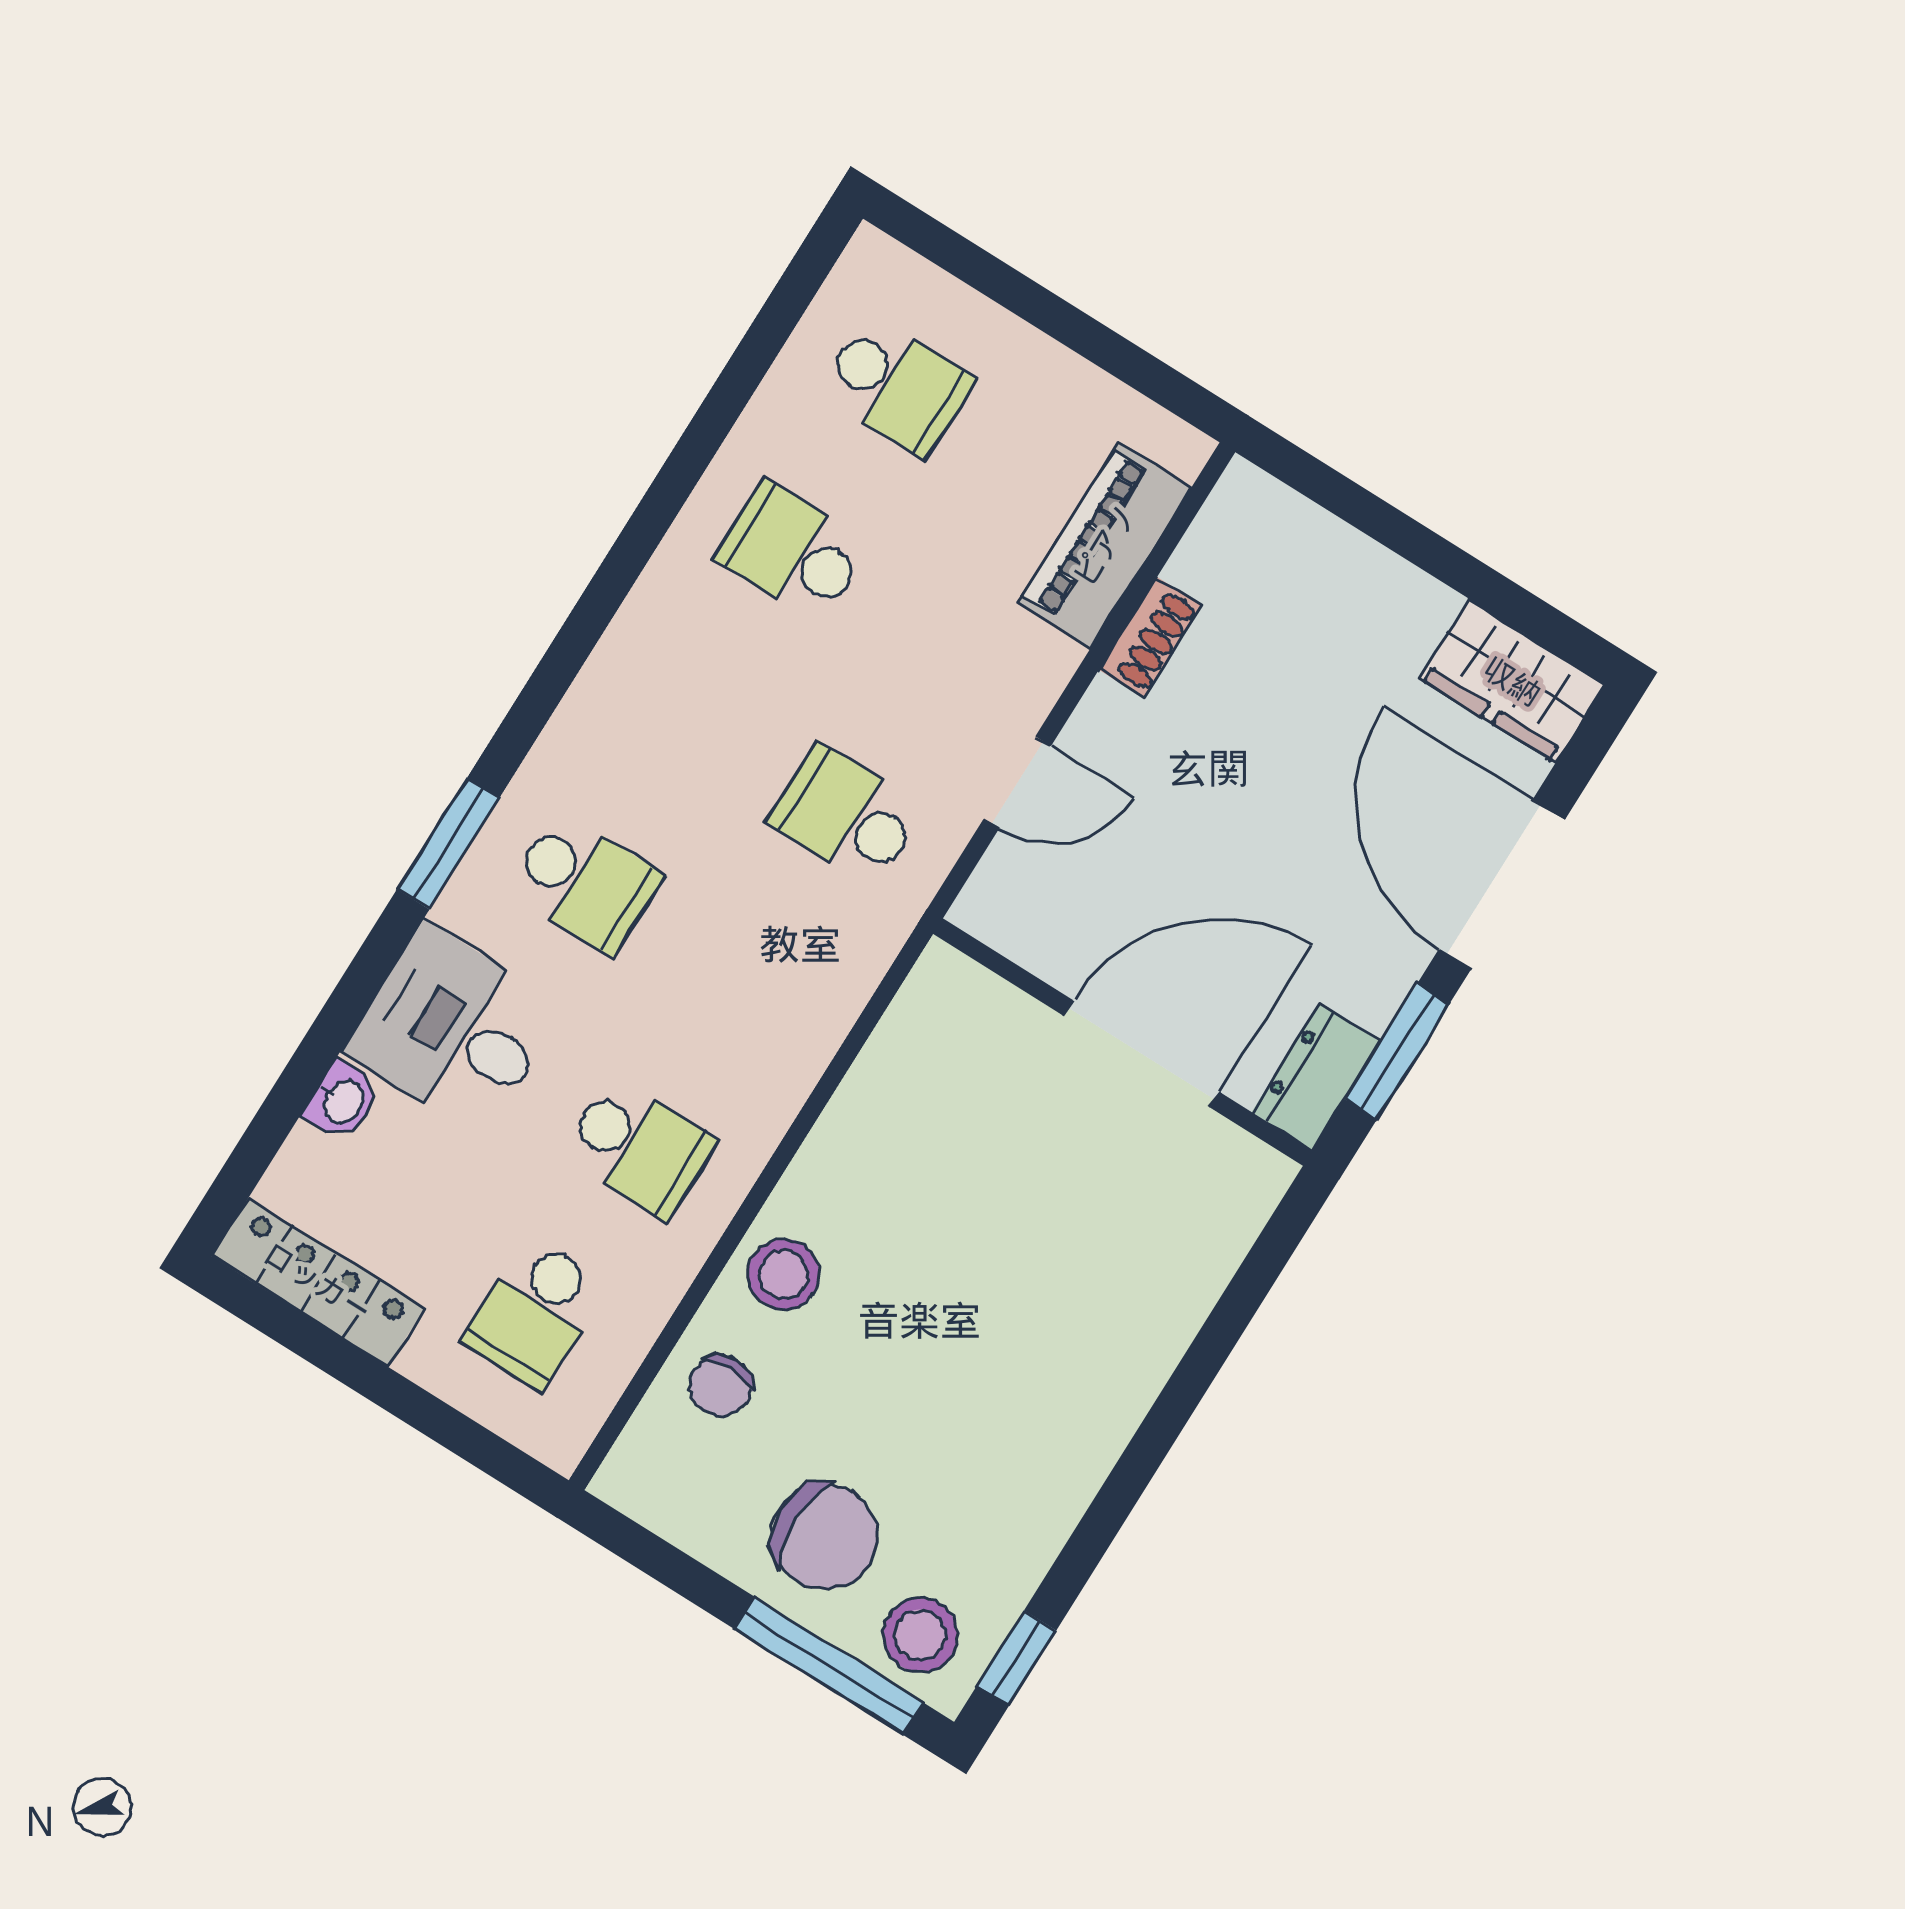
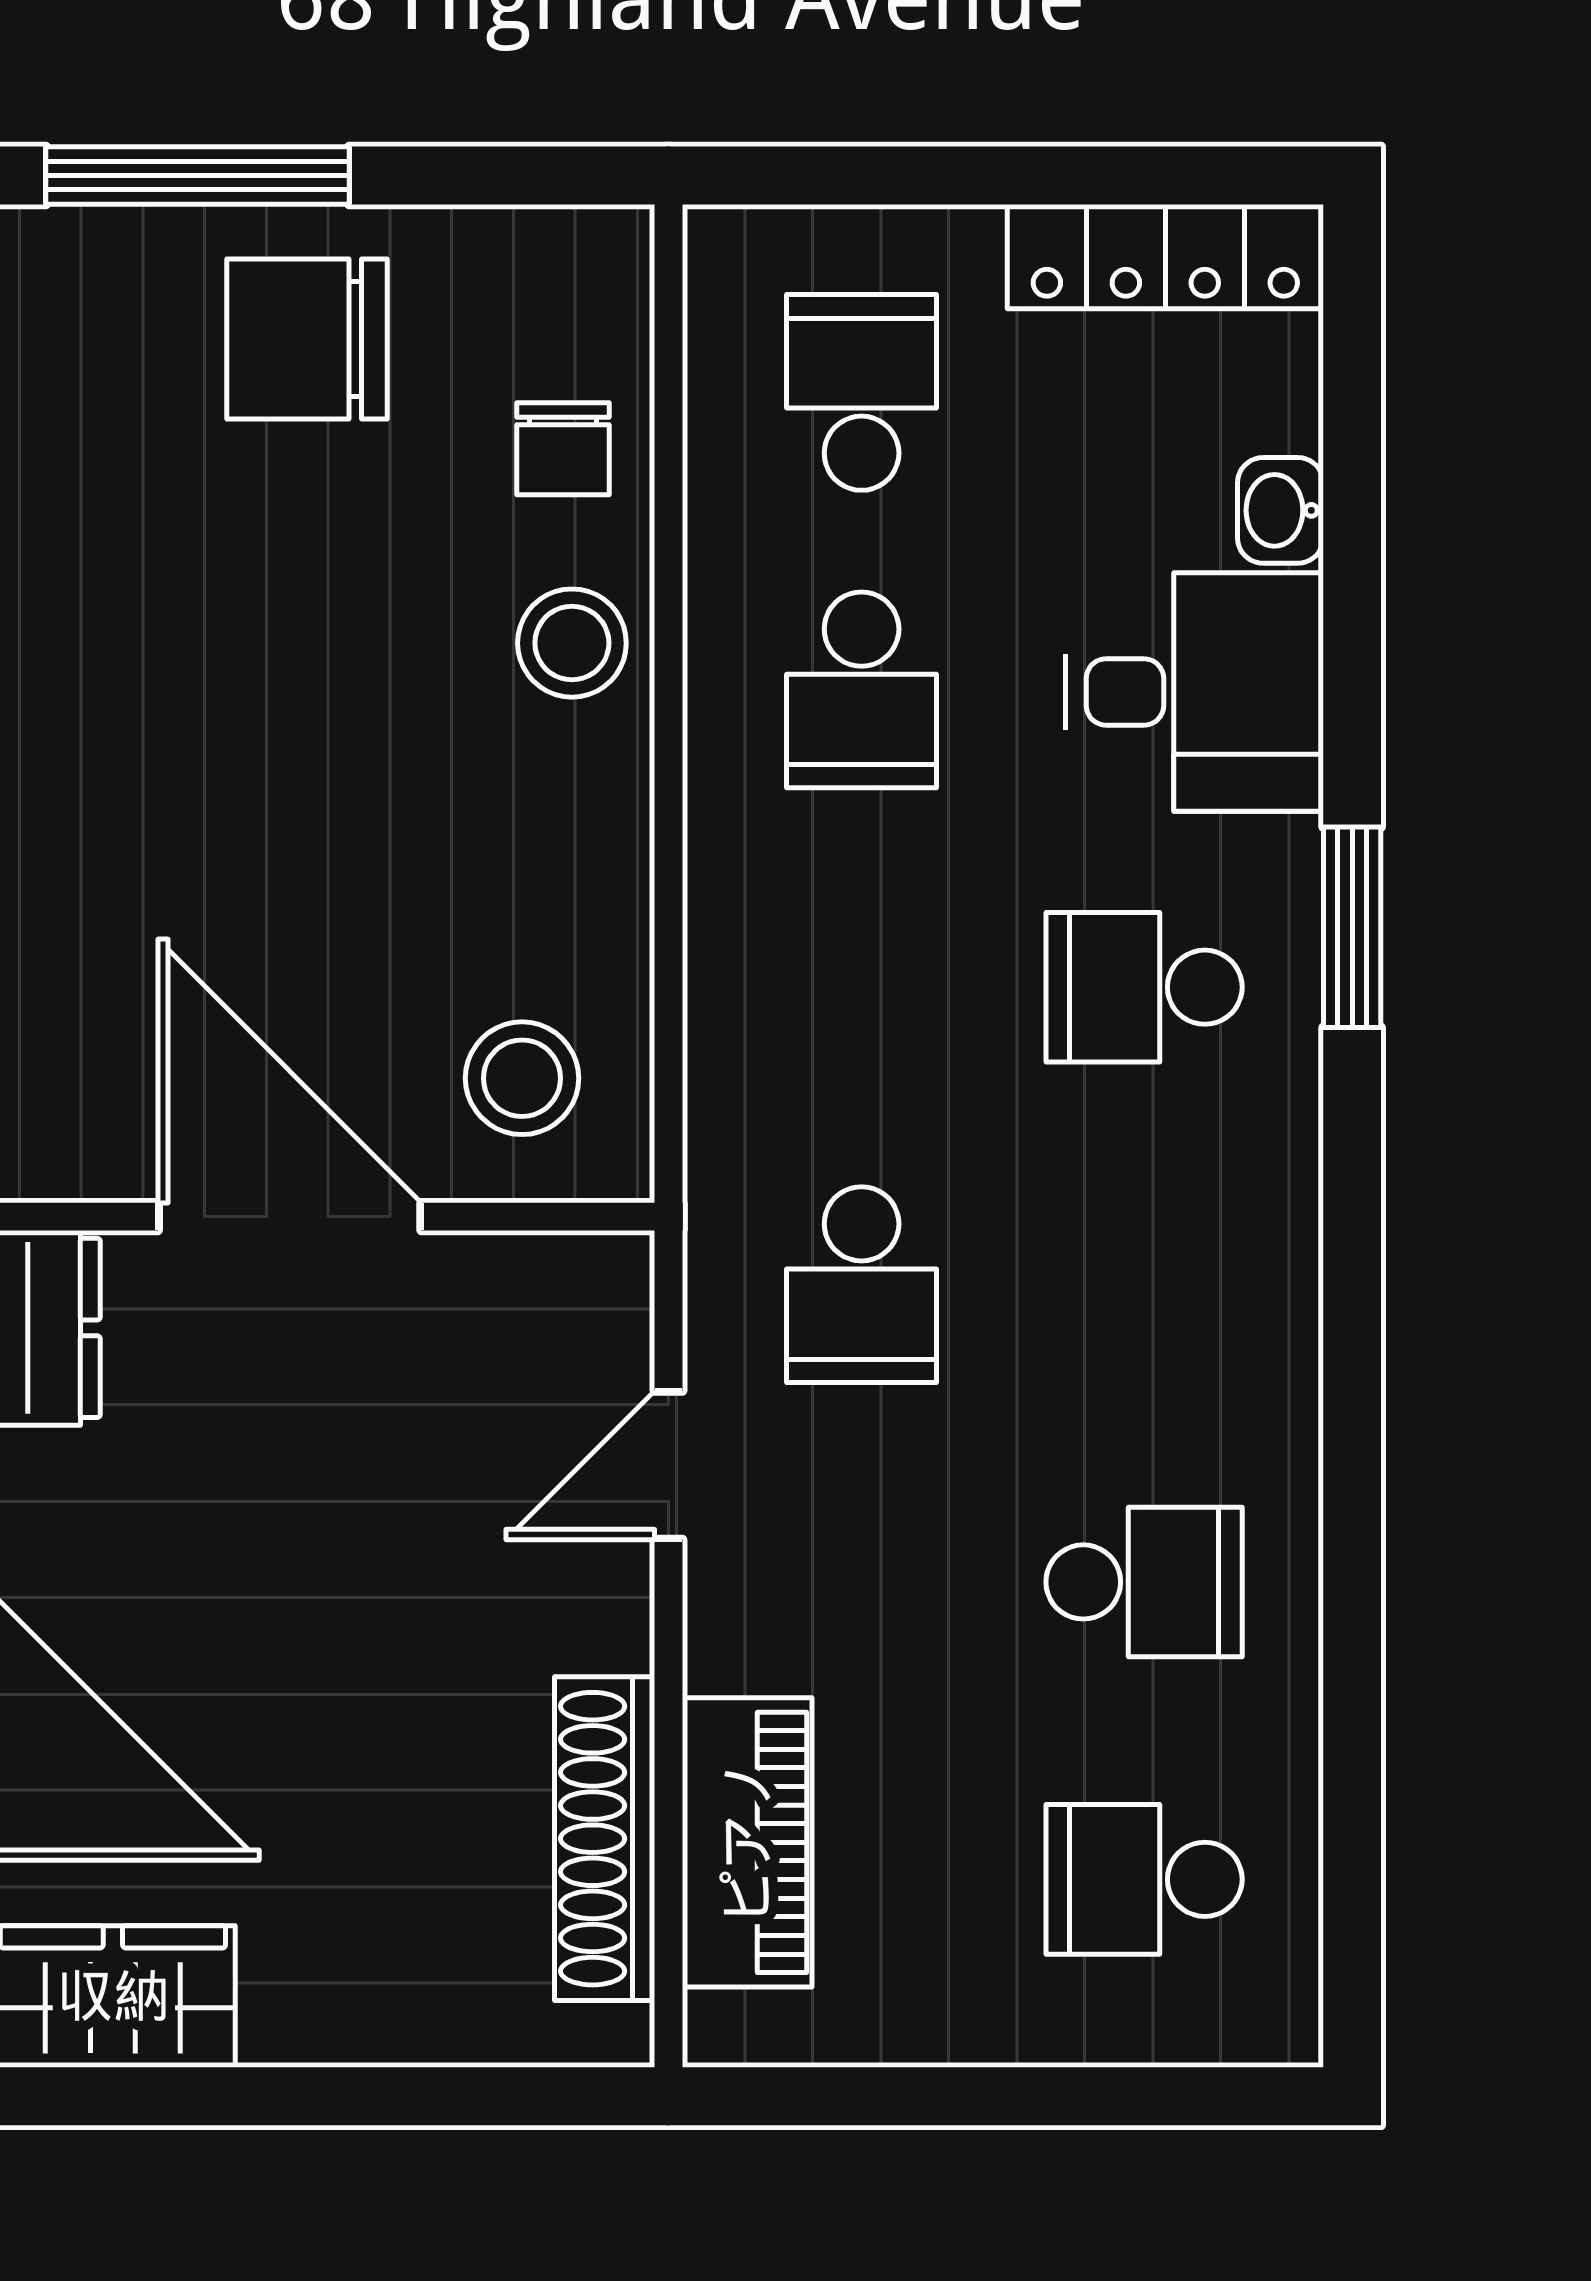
shoe rack: (1150, 637) -> (605, 1839), width x1.94, depth x1.24
school desk: (846, 816) -> (862, 1285), turned 90
door: (1141, 1054) -> (290, 1217), swing flipped
school desk: (639, 1147) -> (862, 690), turned -90
chair: (721, 1386) -> (563, 449), turned 180
stool: (920, 1635) -> (522, 1078), moved

